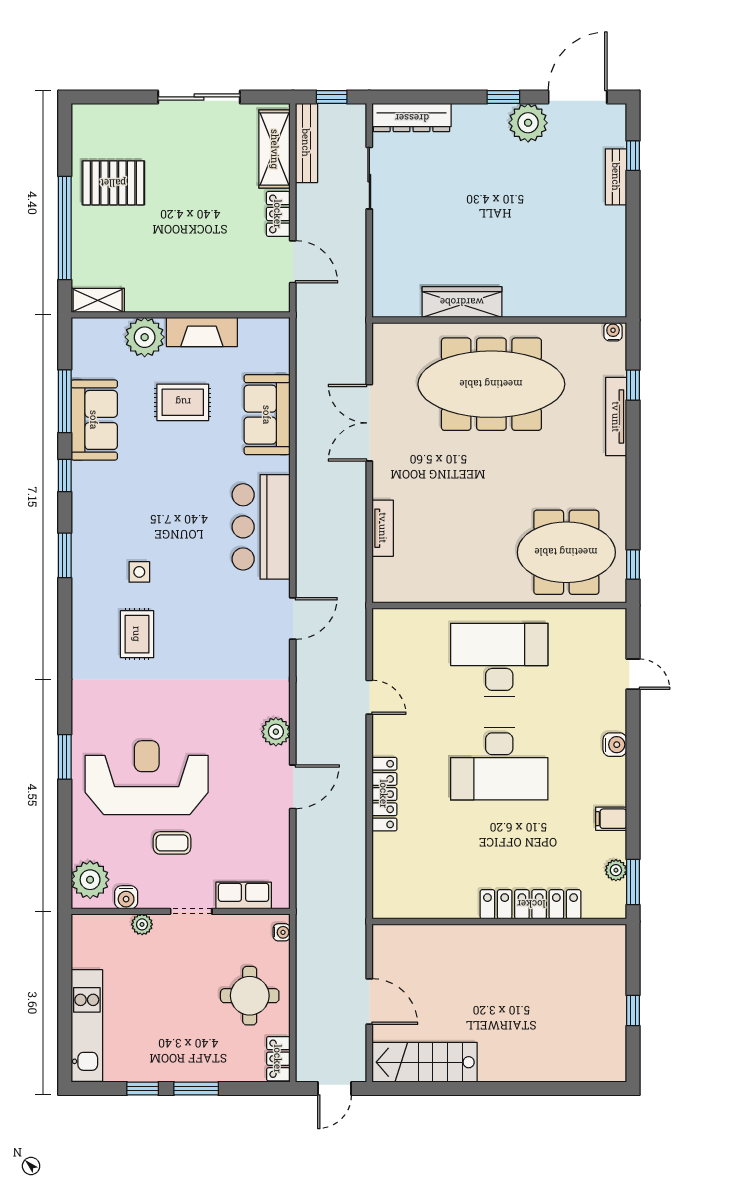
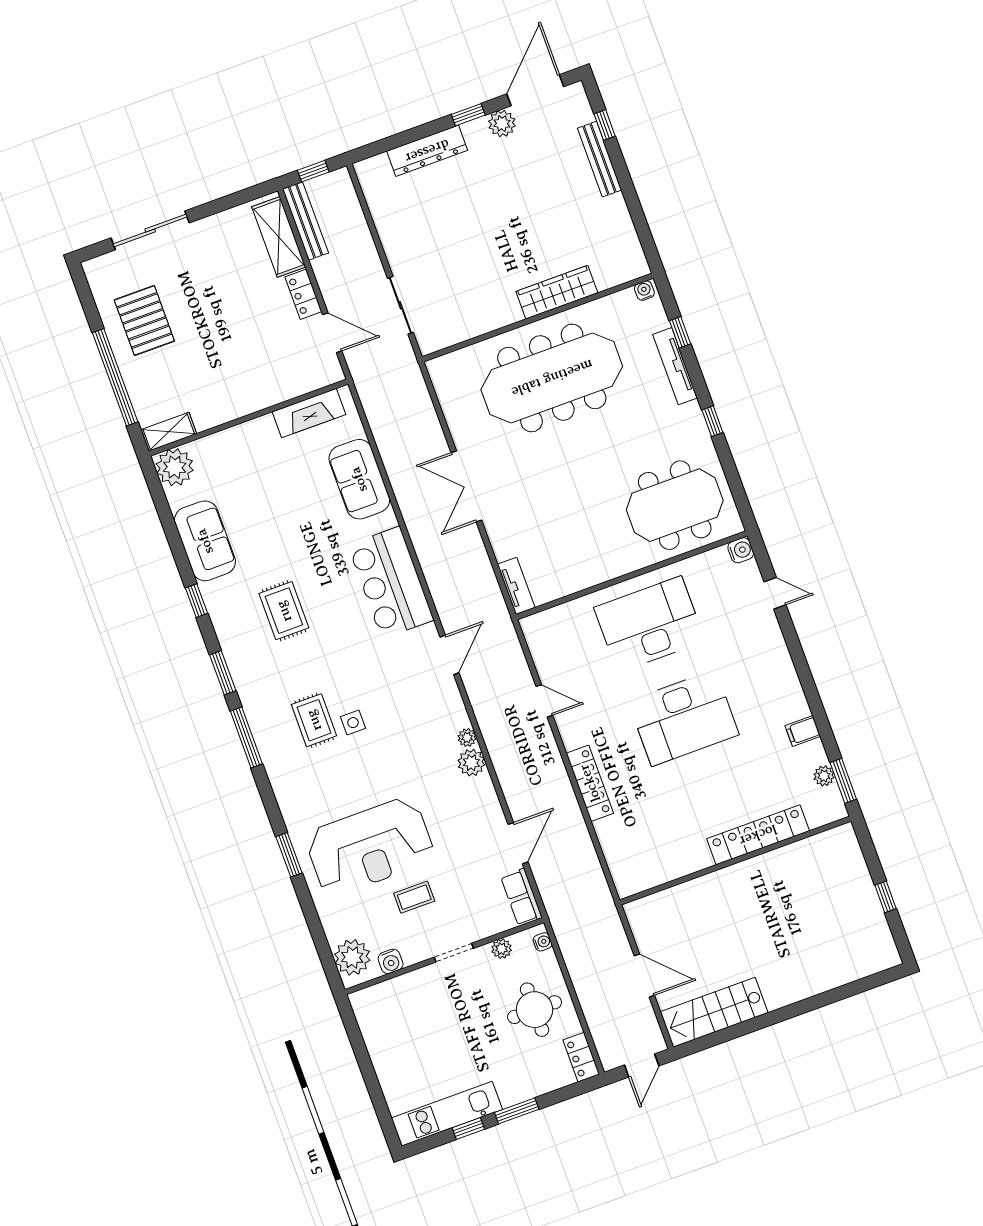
sliding door: (199, 97) -> (150, 230), moved
dresser: (412, 118) -> (427, 151), moved
plant: (528, 123) -> (502, 123), width x0.73, depth x0.73
bench: (616, 177) -> (599, 159), width x1.36
sliding door: (369, 178) -> (400, 305), moved
pallet: (113, 183) -> (144, 320), turned 90
wardrobe: (462, 302) -> (557, 292), moved
fireplace: (202, 332) -> (309, 413), moved
plant: (145, 337) -> (175, 467), moved
window: (65, 401) -> (246, 738), moved
rug: (183, 402) -> (284, 611), moved, turned 90
double door: (369, 423) -> (466, 486), moved
tv unit: (383, 528) -> (516, 586), moved
window: (633, 565) -> (712, 421), moved
side table: (139, 572) -> (353, 723), moved
plant: (281, 706) -> (467, 738), added
water cooler: (615, 745) -> (741, 550), moved
reception desk: (147, 778) -> (370, 847), turned 180
door: (293, 787) -> (518, 843), moved
row of seats: (244, 895) -> (521, 897), moved, turned -90
plant: (142, 924) -> (502, 949), moved
kitchen unit: (87, 1026) -> (447, 1114), moved, turned -90

